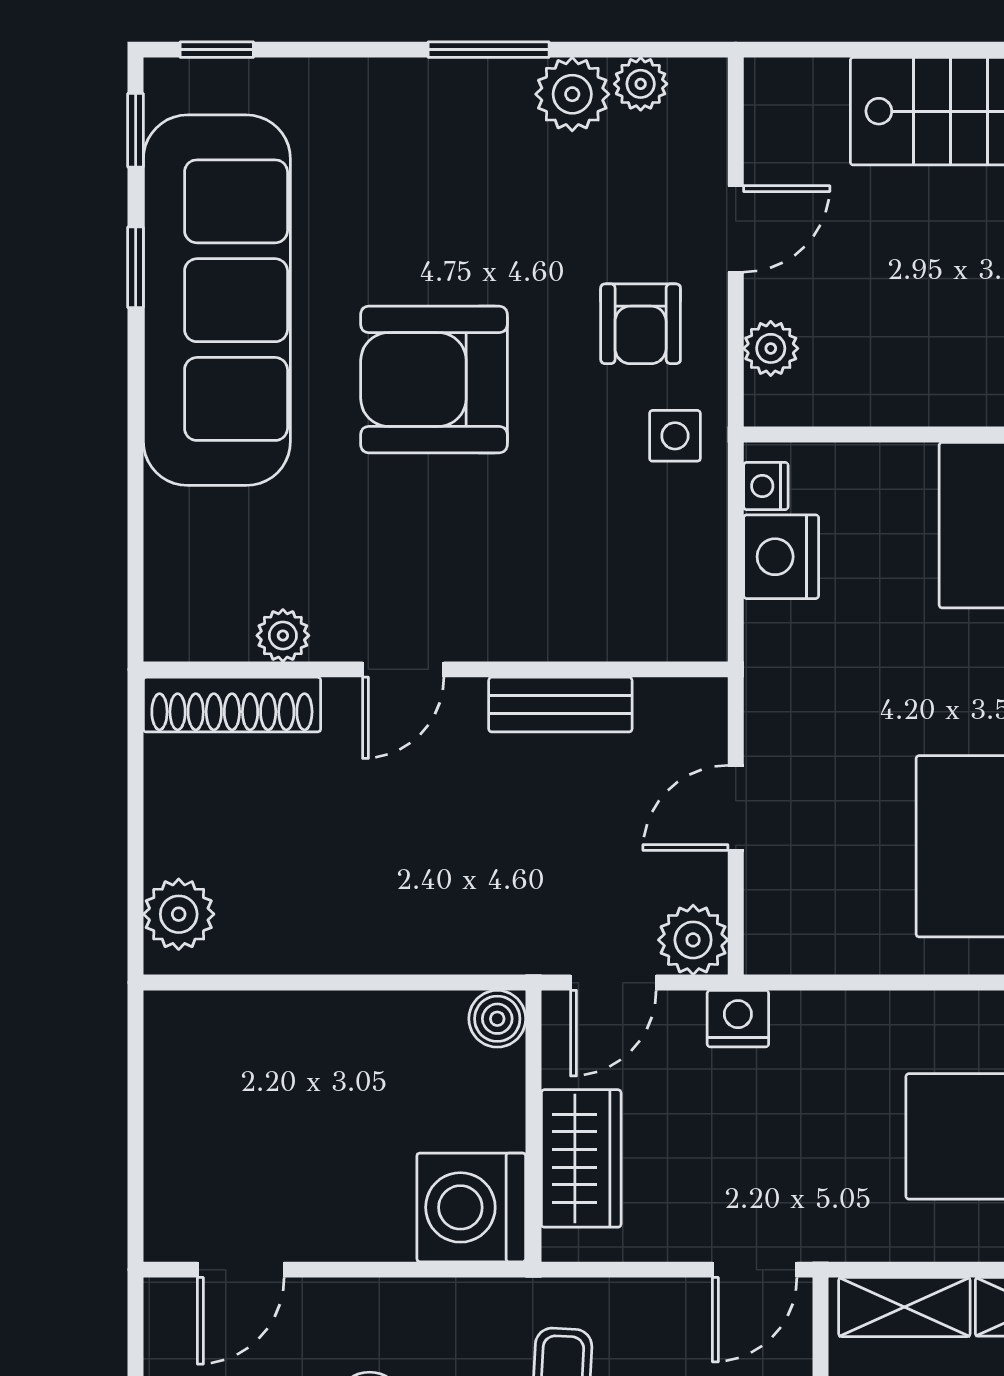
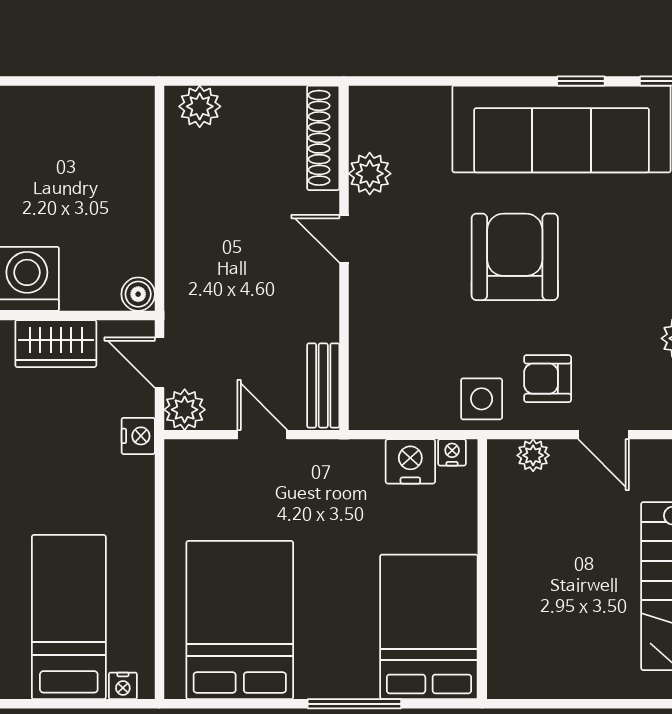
side table: (675, 436) -> (482, 399), width x1.37, depth x1.37
plant: (283, 635) -> (370, 174), width x1.38, depth x1.38
bench: (560, 705) -> (323, 385), moved

